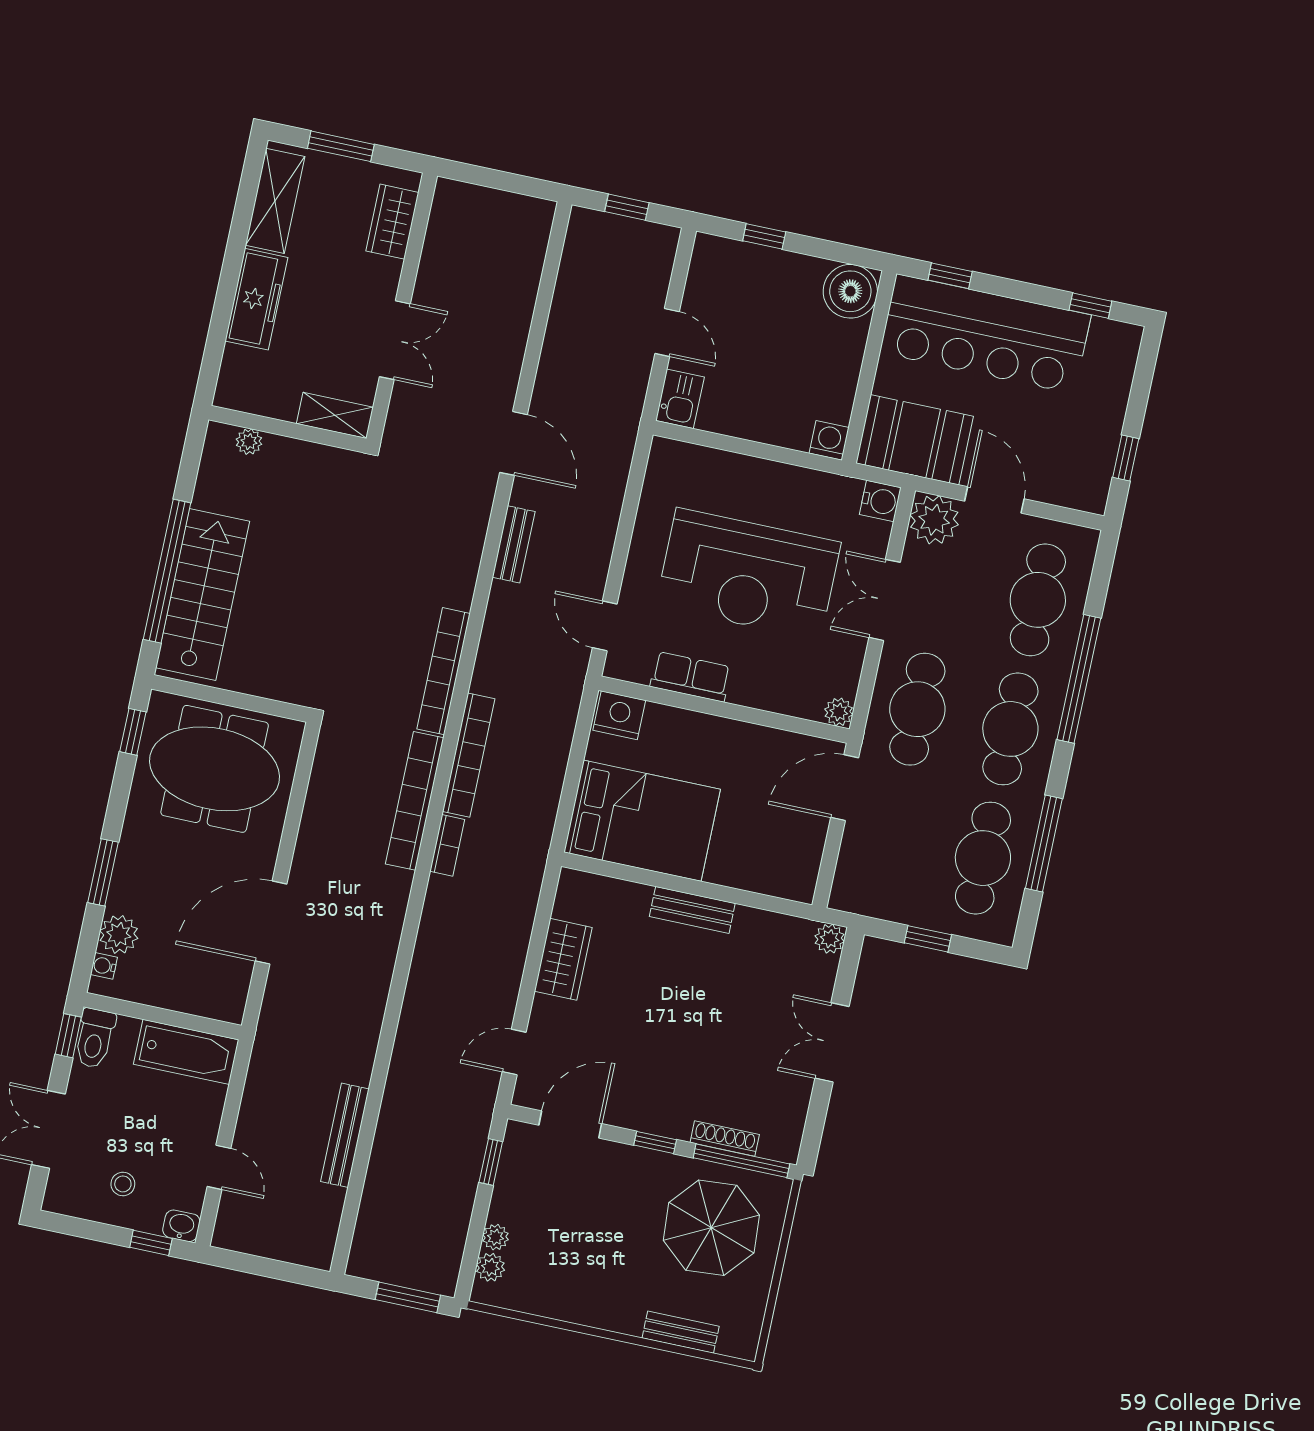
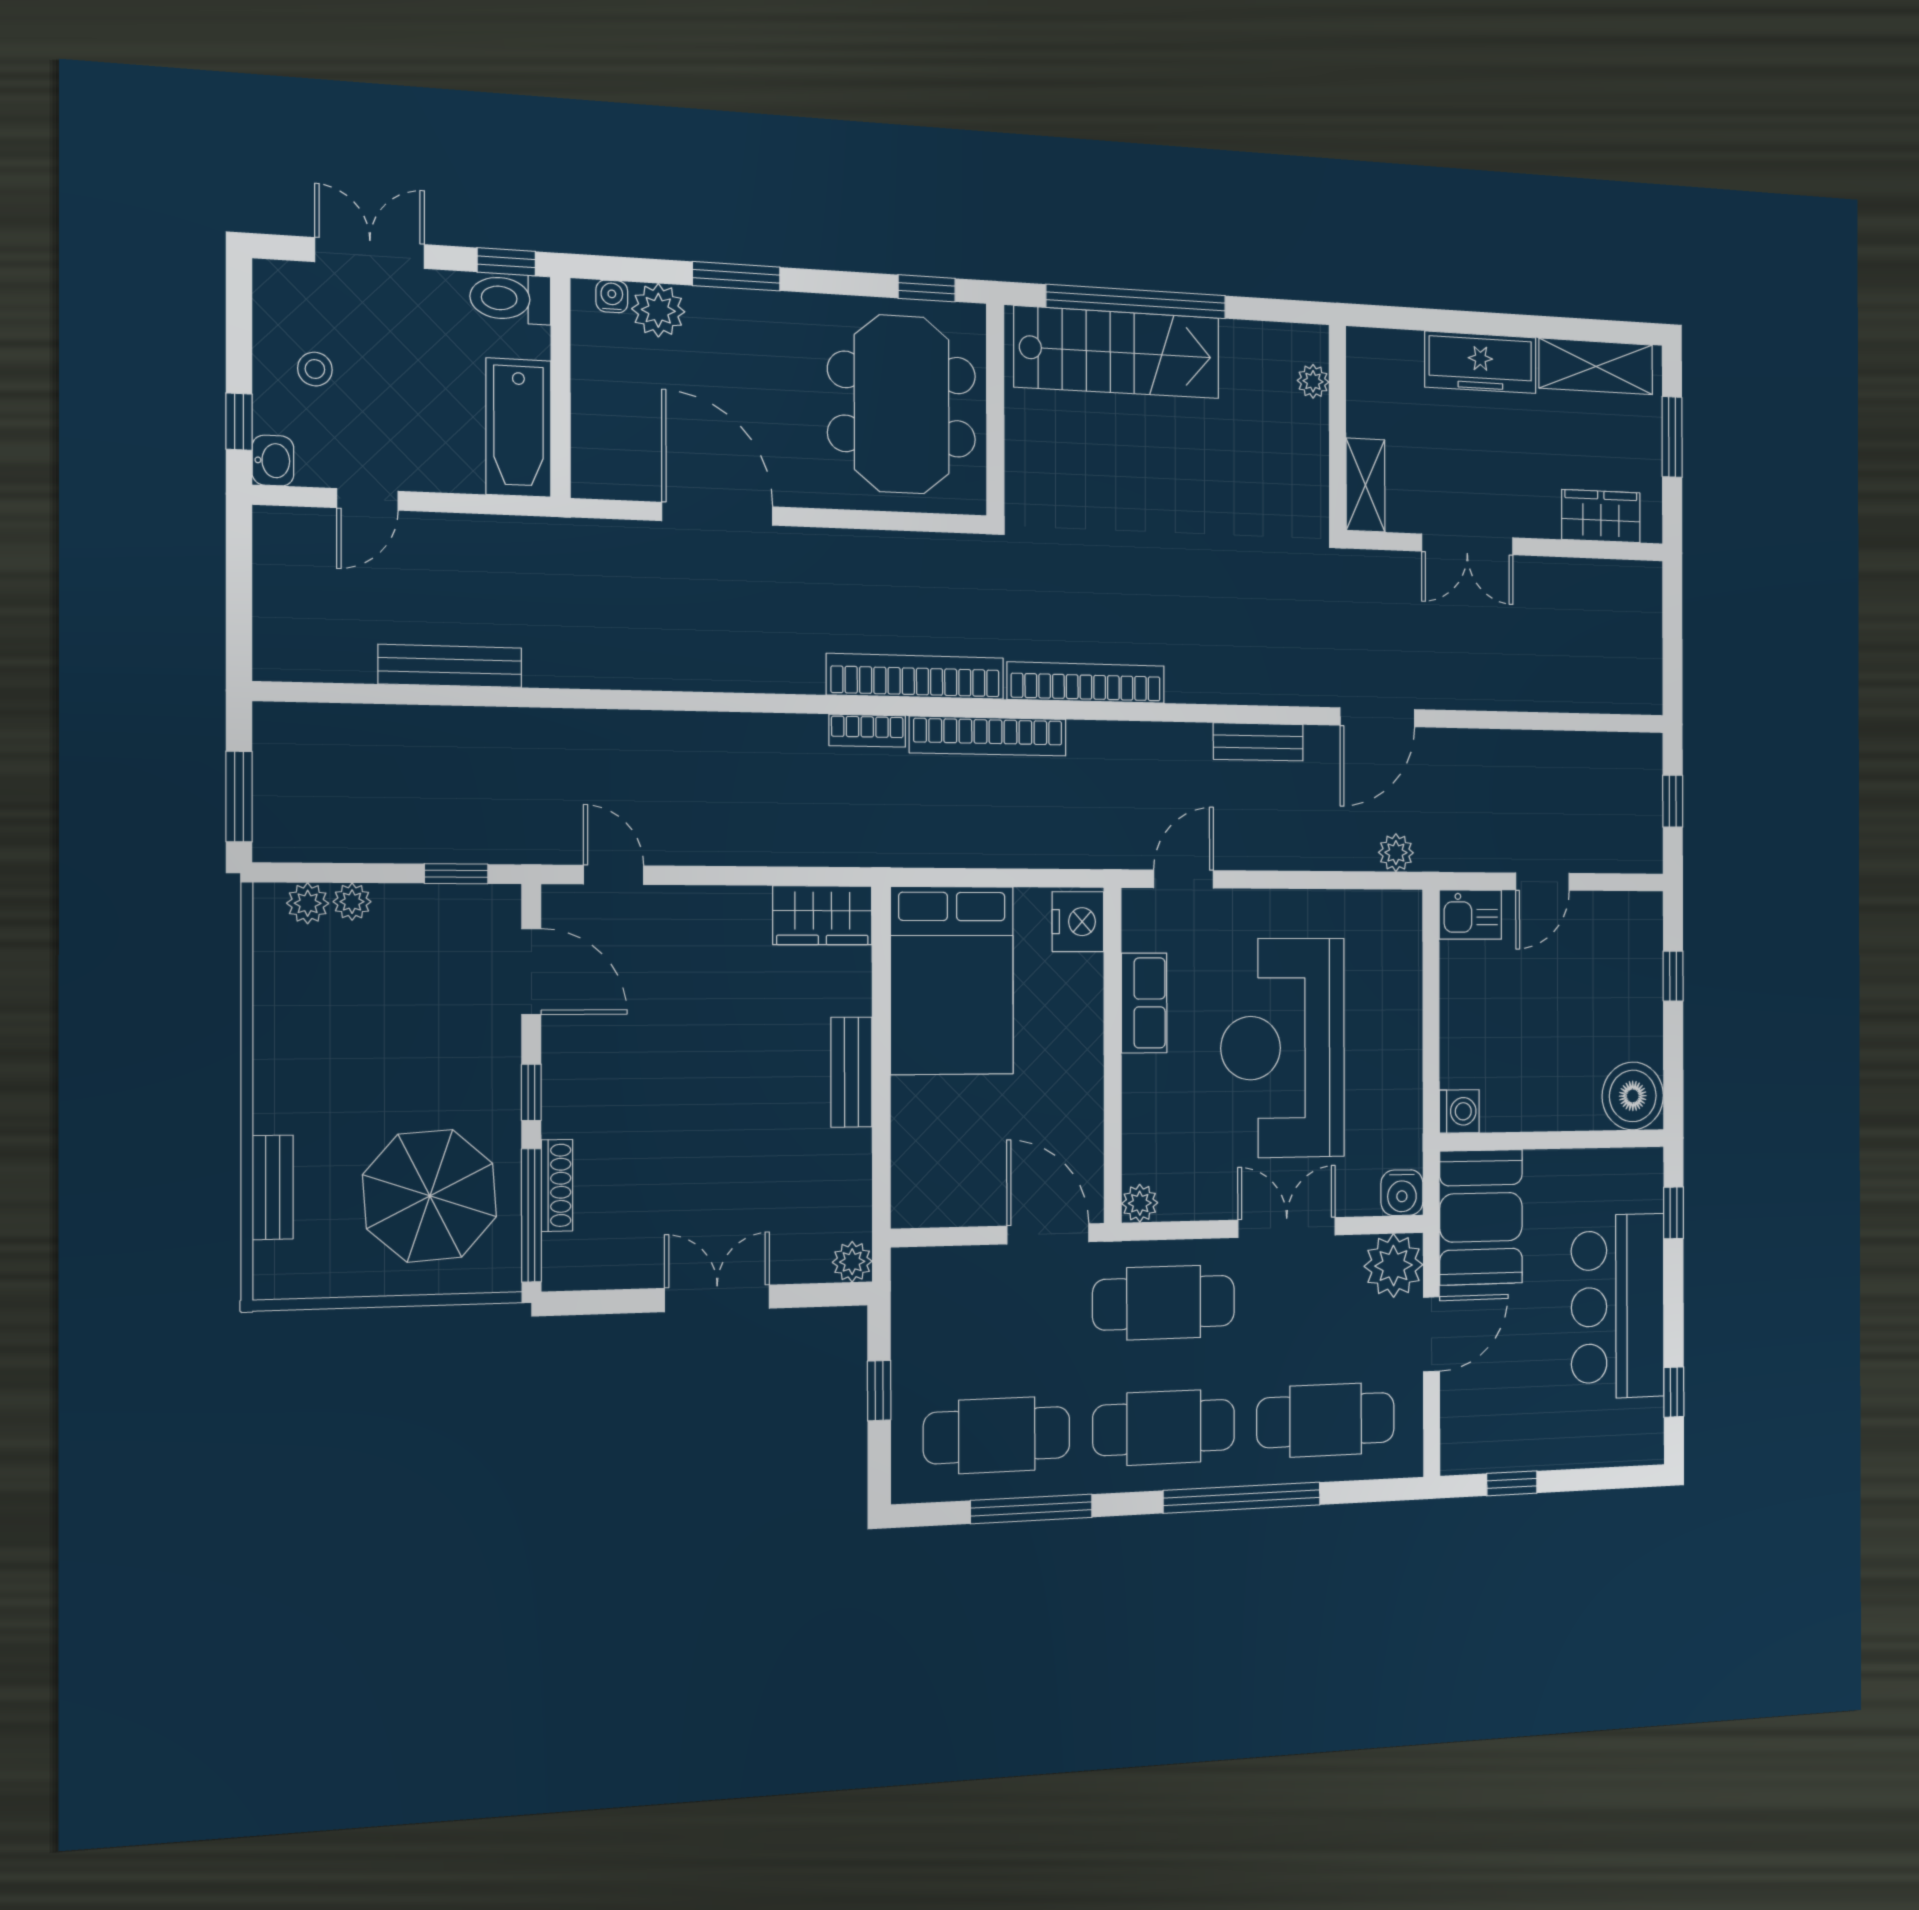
bar counter: (985, 334) -> (1618, 1306), width x0.73
plant: (620, 450) -> (1396, 853), added
wardrobe: (563, 959) -> (822, 915), moved

